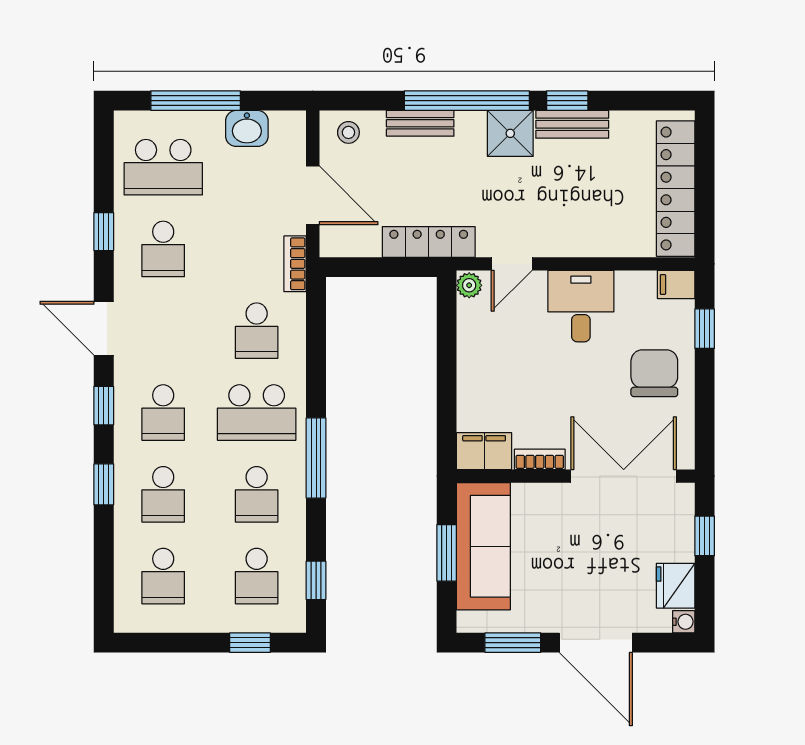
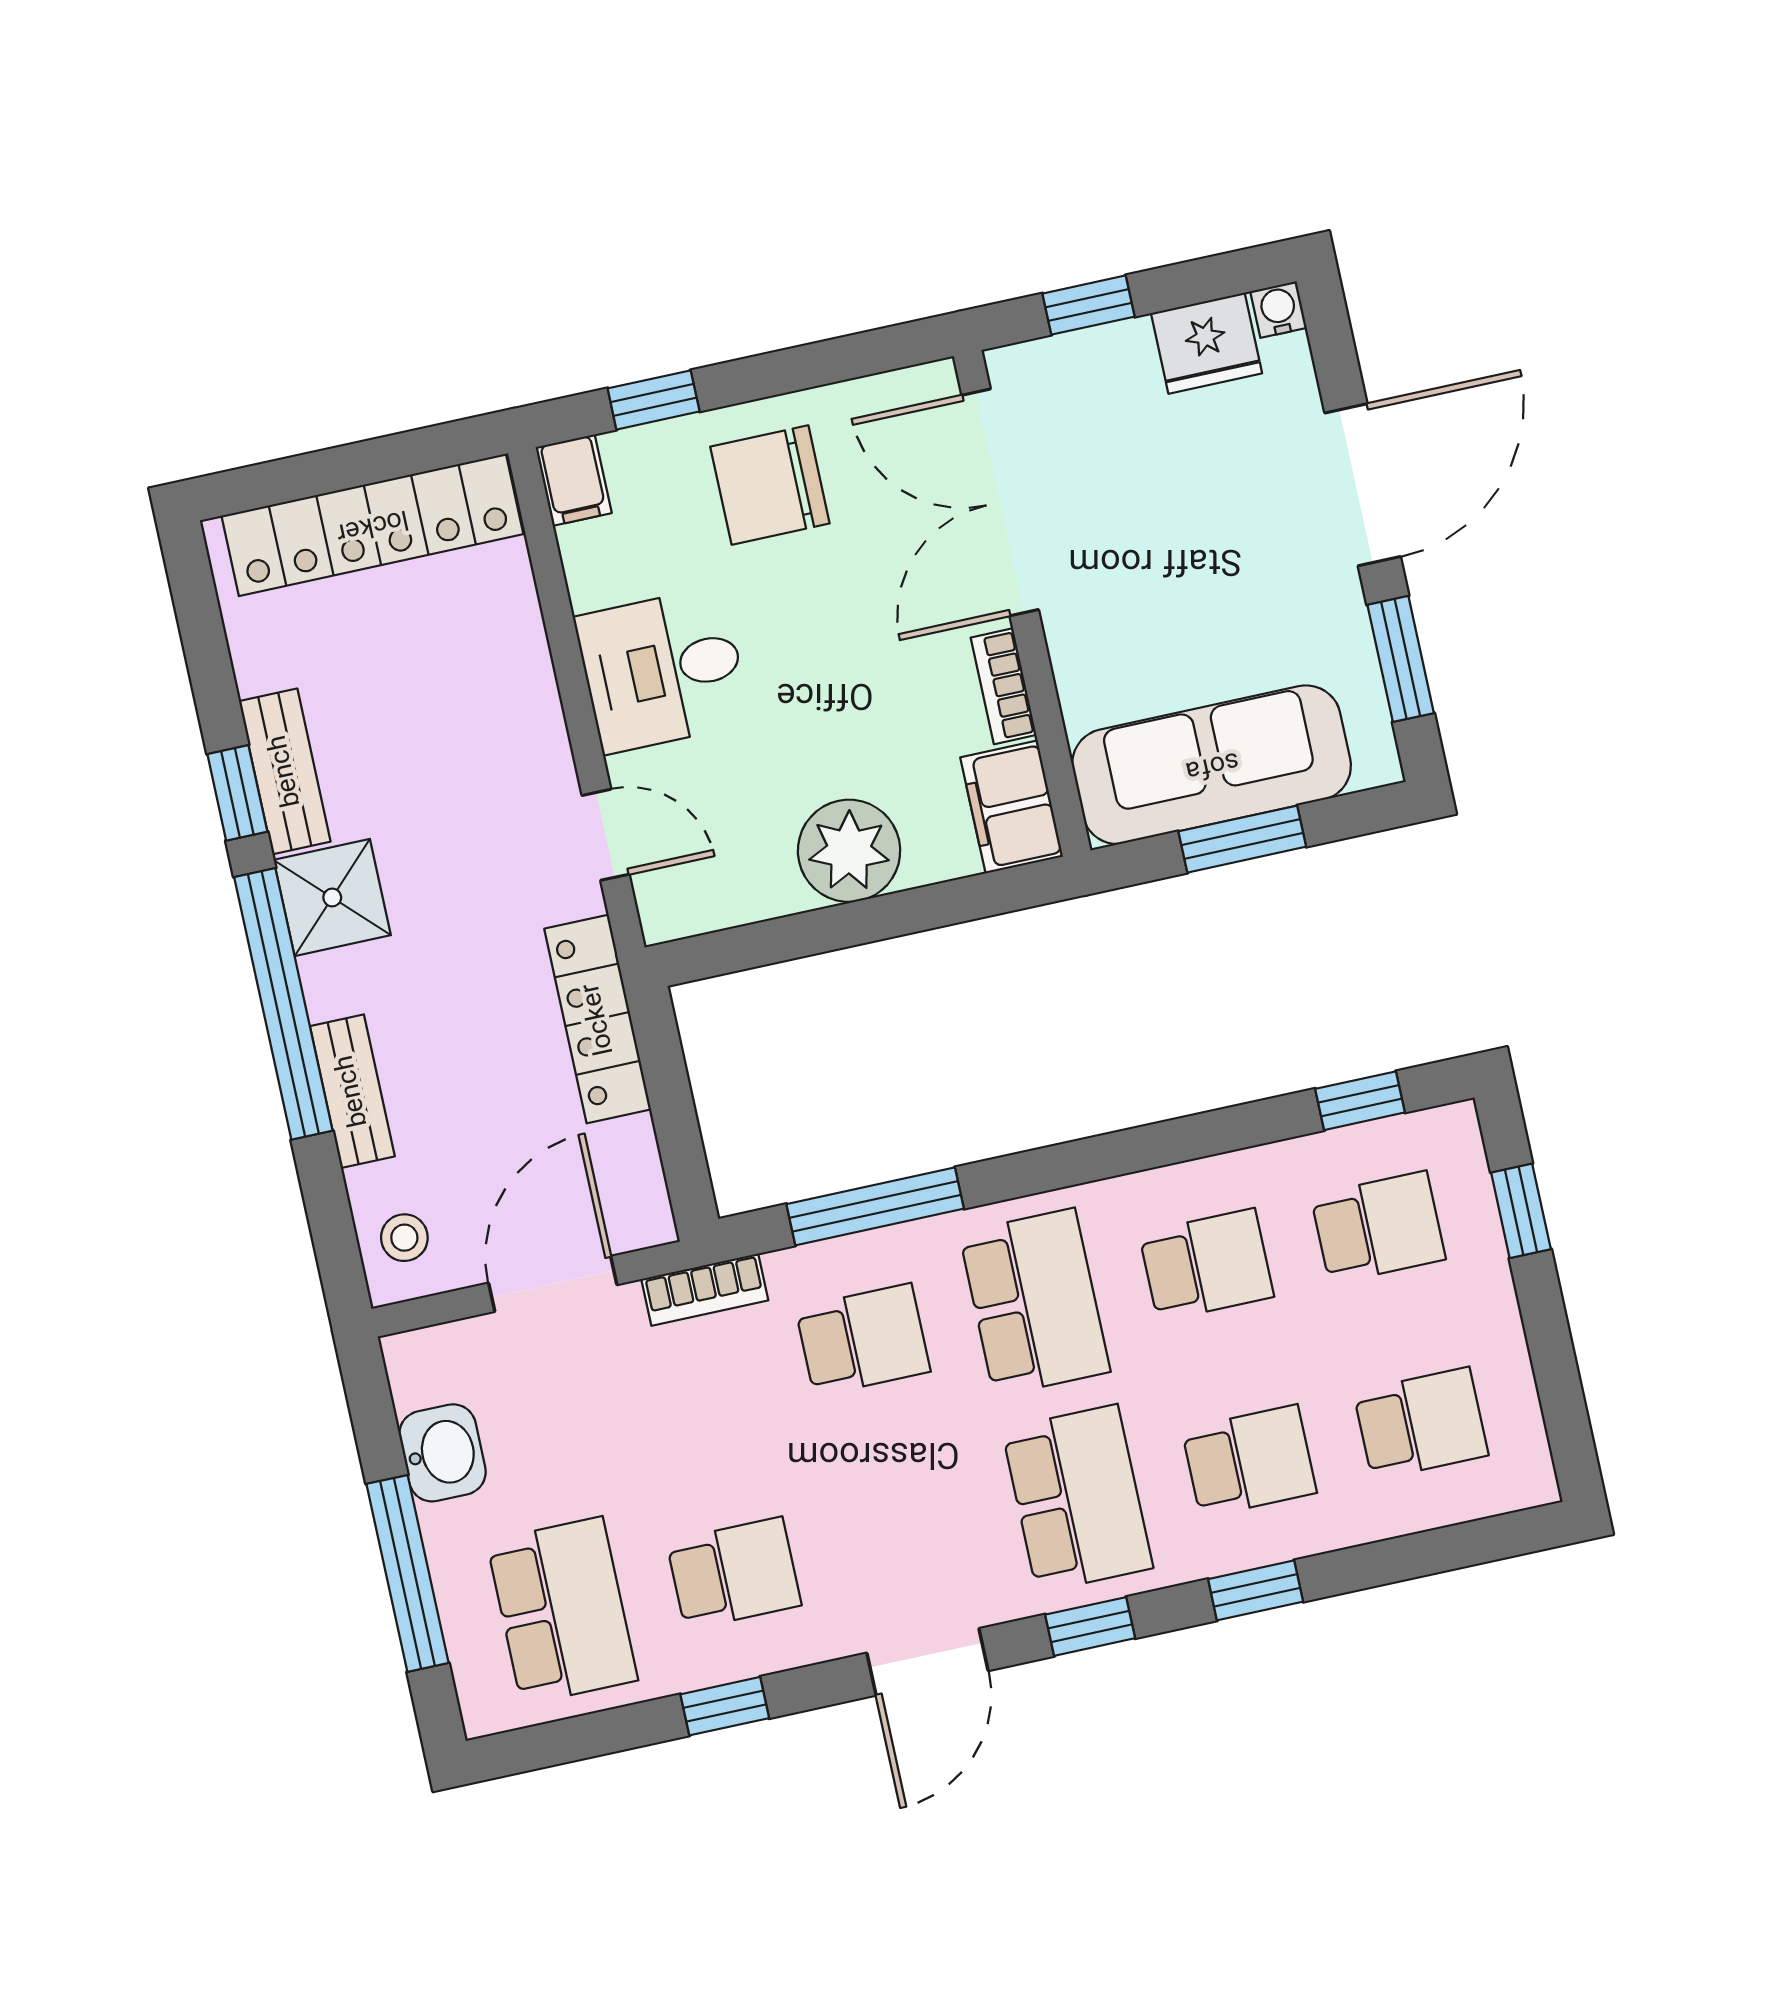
plant: (469, 285) -> (849, 851), moved, width x1.88, depth x1.88
school desk: (163, 413) -> (1077, 1499), width x1.85
window: (316, 458) -> (875, 1206), moved

